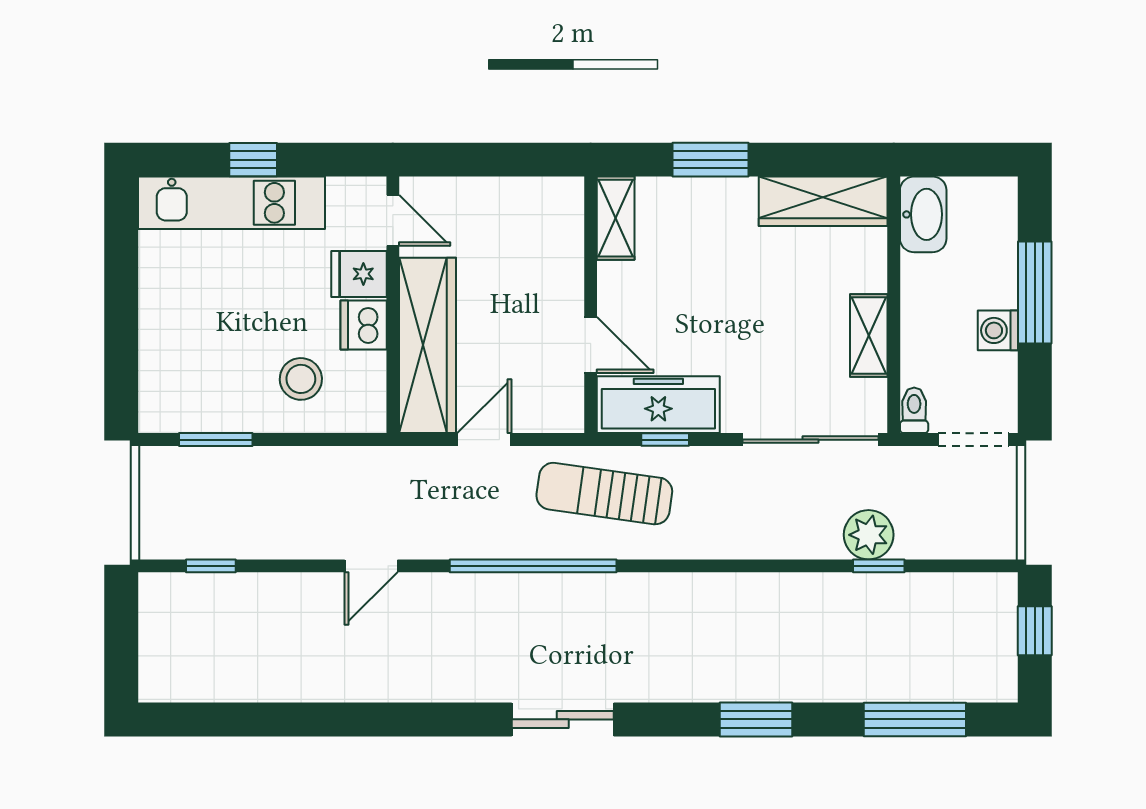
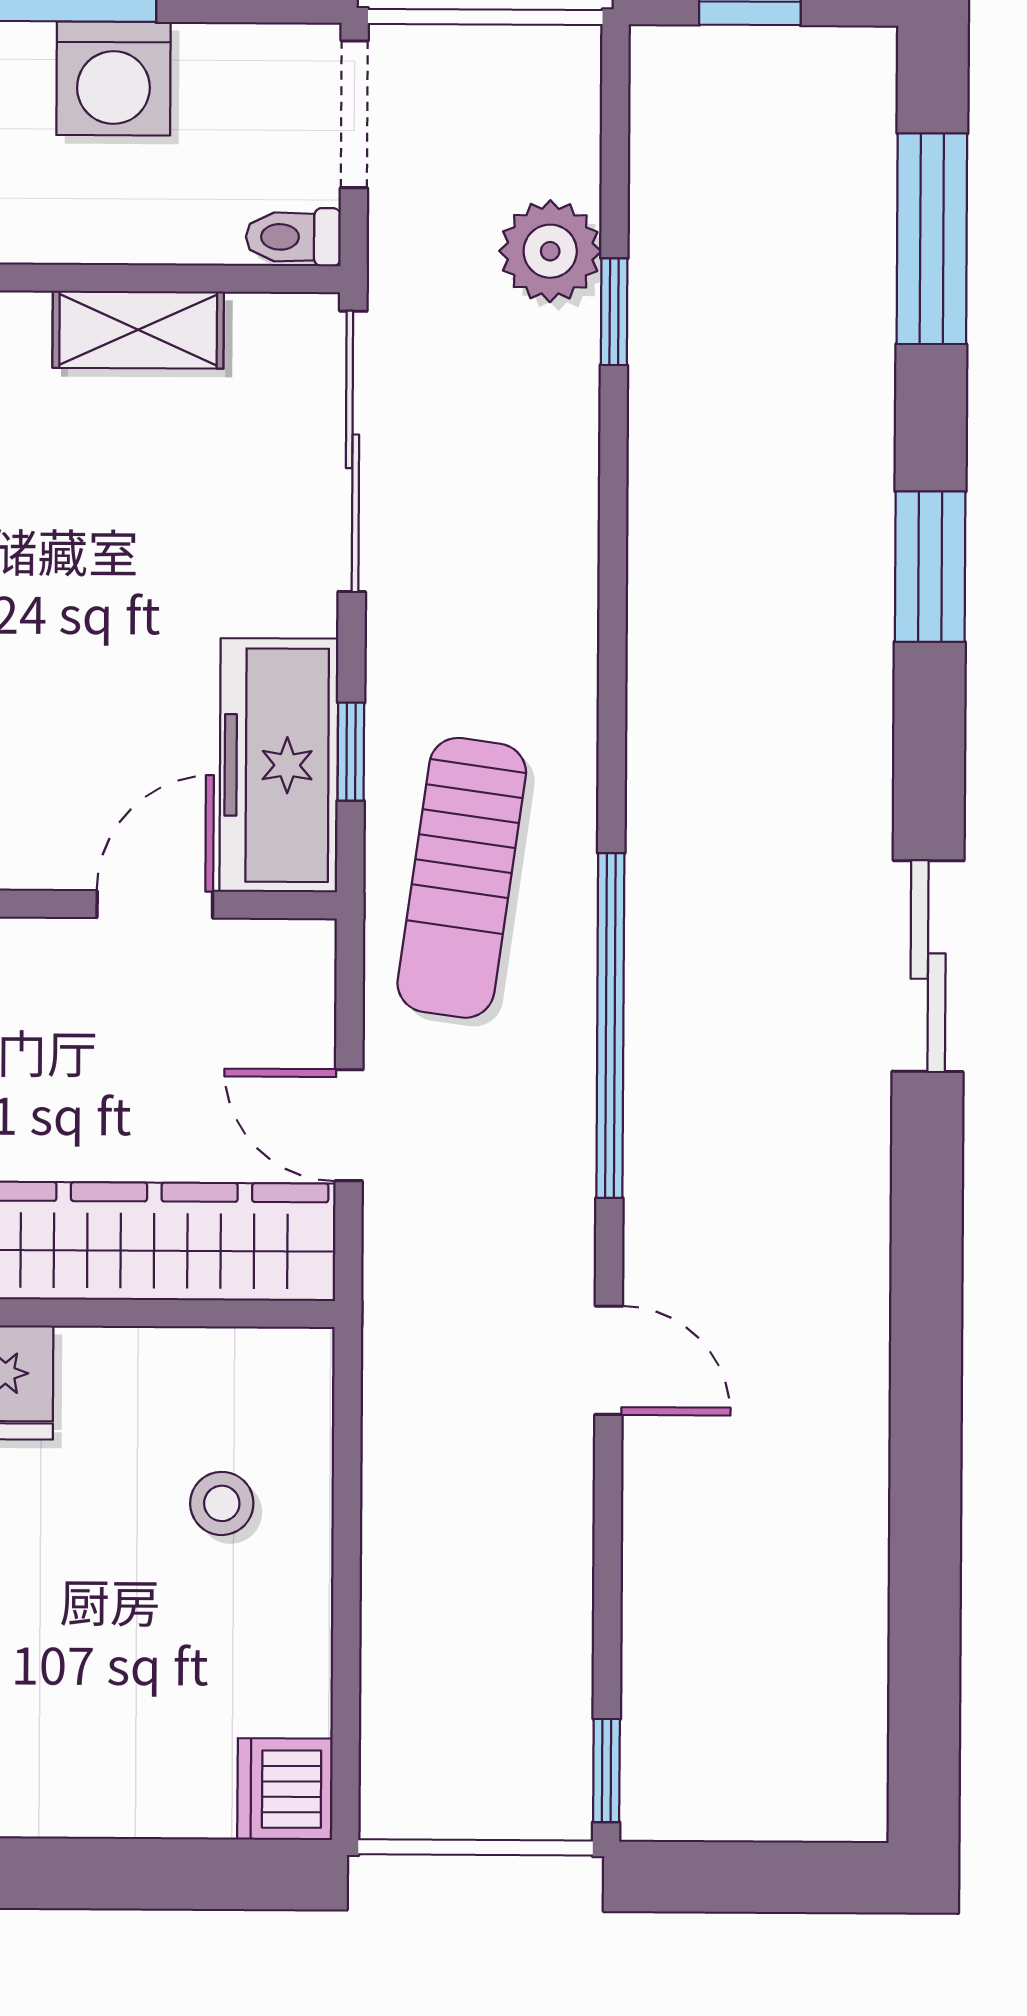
dishwasher: (364, 325) -> (285, 1789), moved, turned 90
washing machine: (998, 330) -> (113, 78), width x1.38, depth x1.38
stool: (301, 379) -> (222, 1503), width x0.73, depth x0.73
window: (216, 440) -> (346, 1680), removed
plant: (869, 535) -> (550, 251), moved
window: (211, 566) -> (606, 1771), moved

